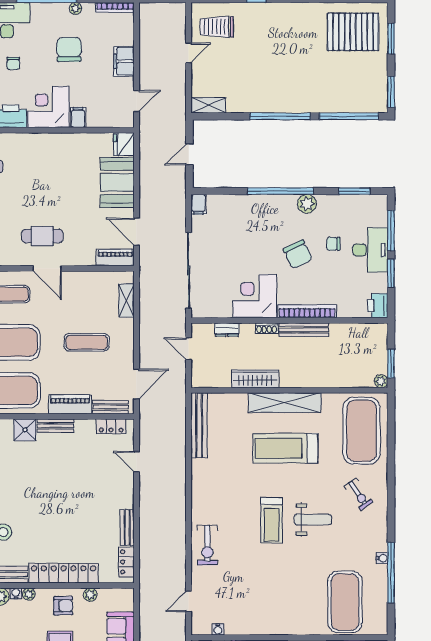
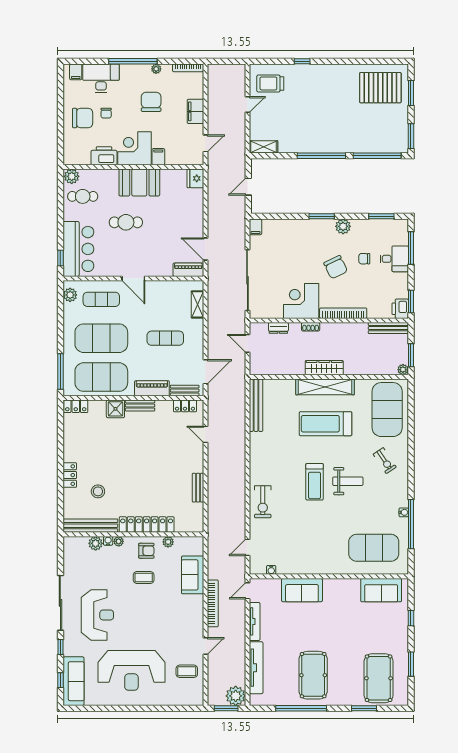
booth: (117, 182) -> (139, 182), moved, turned 90
window: (280, 191) -> (322, 216), width x0.47
cafe table: (42, 236) -> (126, 222), moved
desk: (370, 250) -> (394, 259), width x0.73
window: (391, 273) -> (411, 301), moved
bench: (304, 330) -> (388, 328), moved
wardrobe: (255, 379) -> (324, 368), moved
locker: (126, 562) -> (197, 515), removed
exercise mat: (345, 602) -> (374, 548), turned 90

